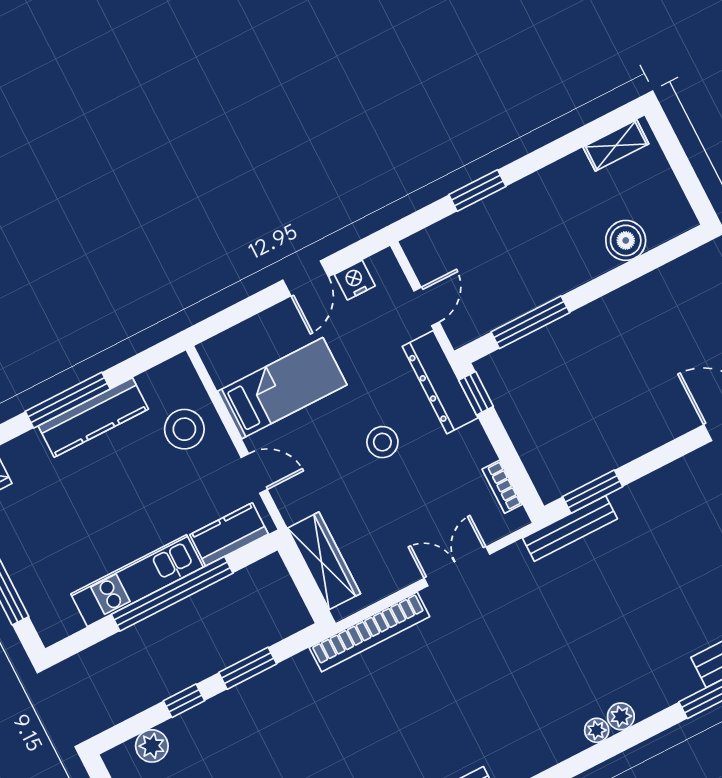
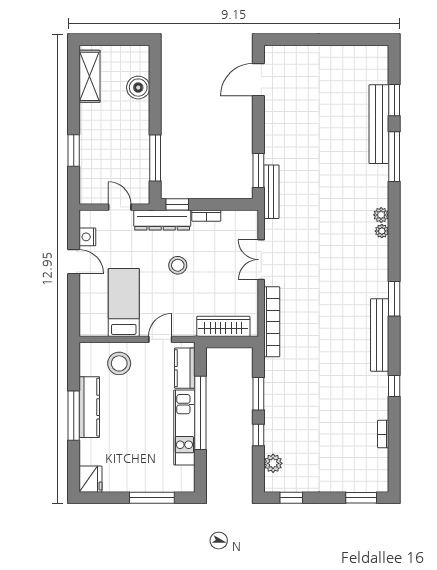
shelving: (616, 145) -> (89, 76), width x1.50, depth x1.33
bookcase: (502, 487) -> (206, 216), moved

